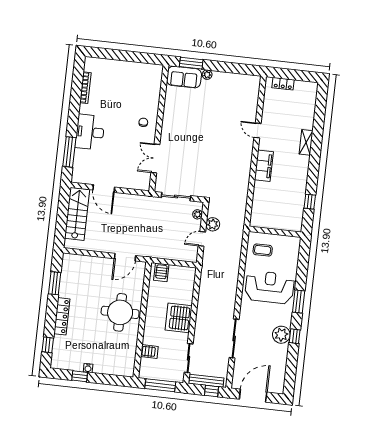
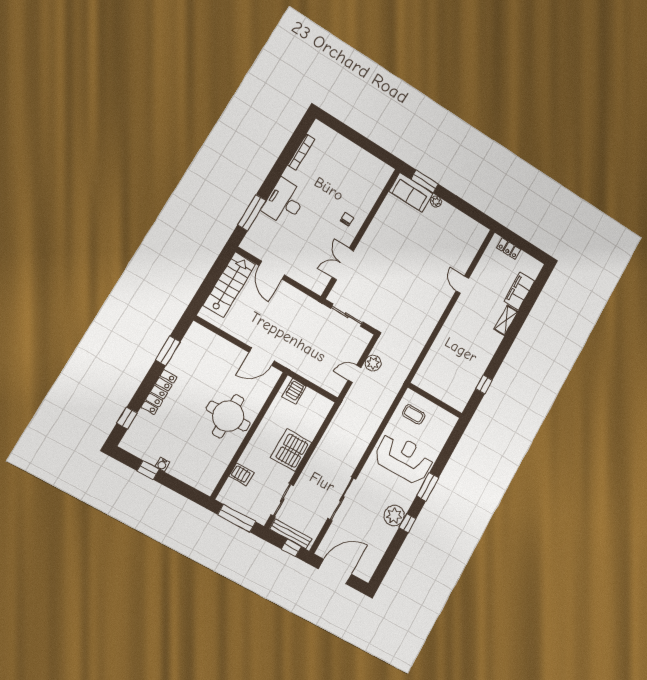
filing cabinet: (264, 166) -> (519, 291), moved, turned 180
plant: (197, 214) -> (361, 345), removed

